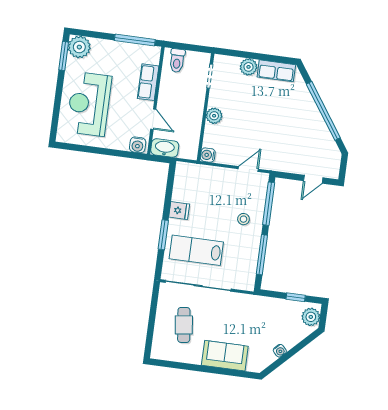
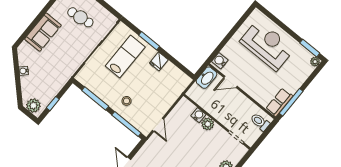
plant: (79, 47) -> (315, 62), width x0.53, depth x0.53
row of seats: (148, 82) -> (279, 102), moved, turned -90
water cooler: (208, 155) -> (198, 115), moved

